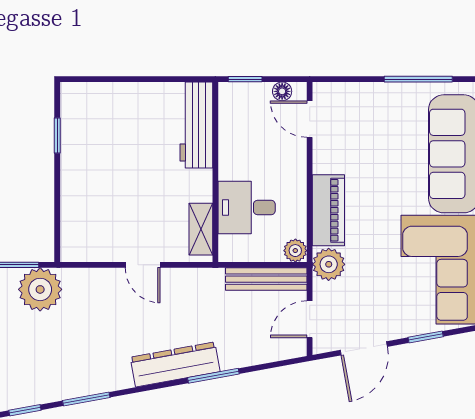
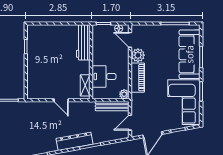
plant: (329, 264) -> (138, 55), moved
plant: (40, 289) -> (19, 110), removed

